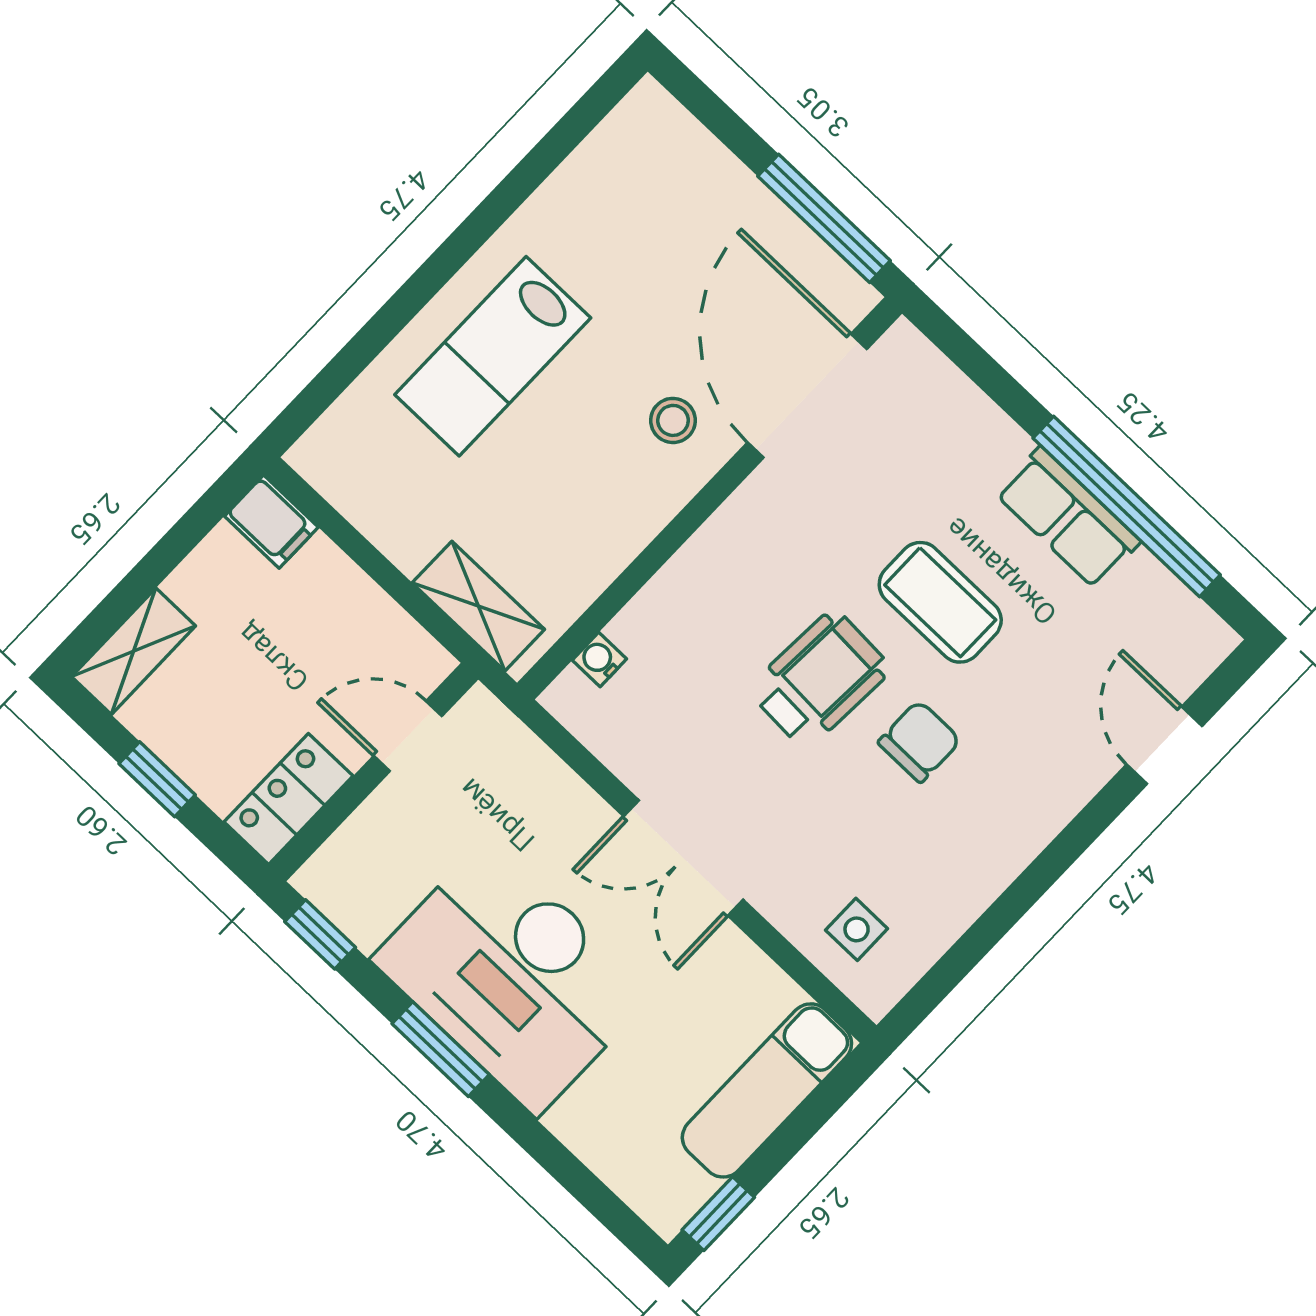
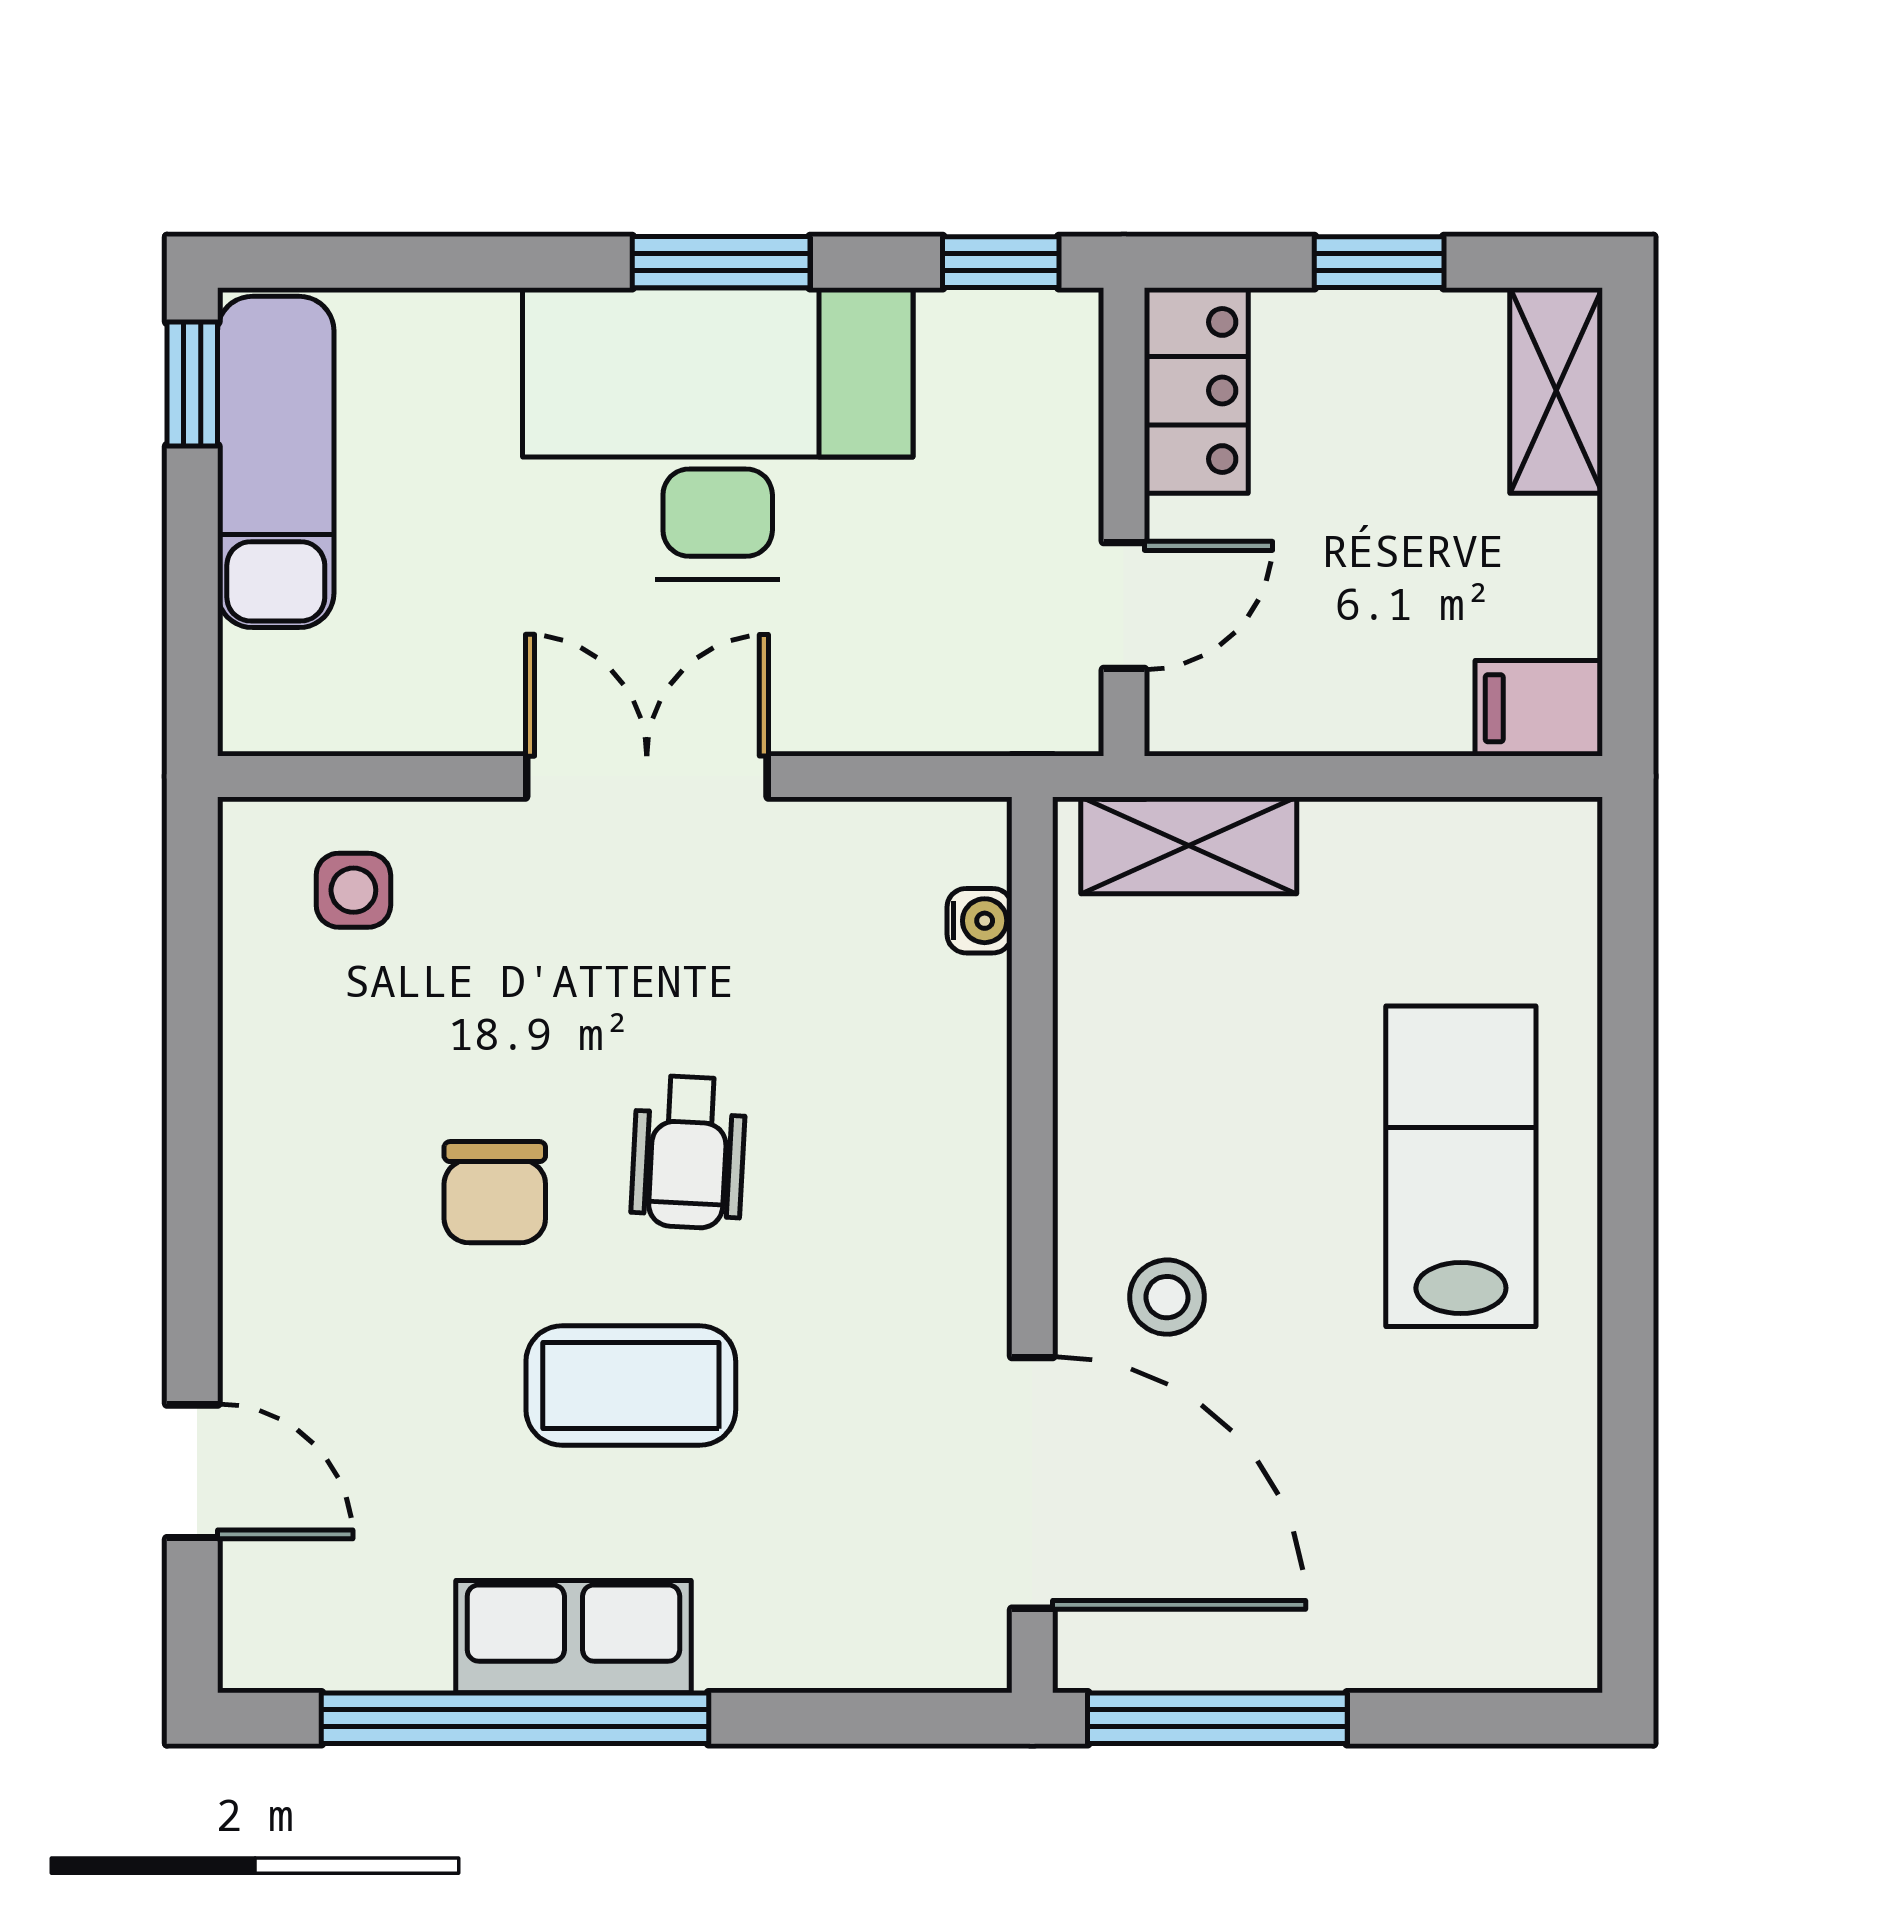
wheelchair: (820, 679) -> (688, 1152), width x0.73, depth x0.73
exam couch: (767, 1090) -> (276, 462), moved

